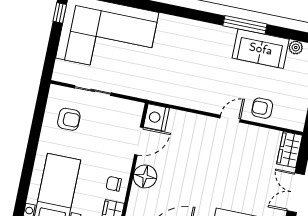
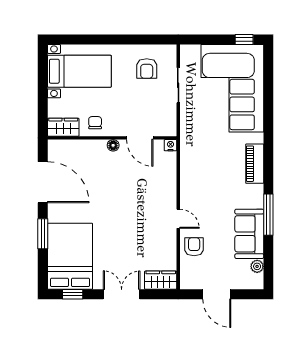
piano: (190, 28) -> (255, 164), added
nightstand: (156, 117) -> (170, 145), width x0.53, depth x0.56
floor lamp: (145, 176) -> (113, 145), width x0.53, depth x0.53

